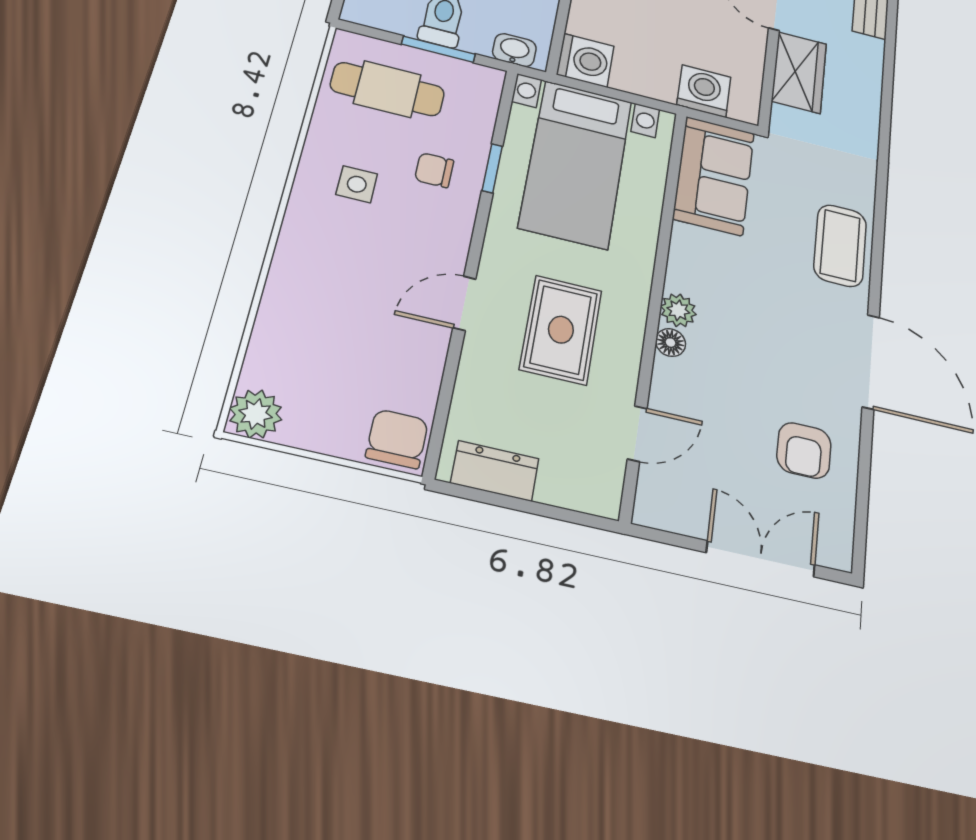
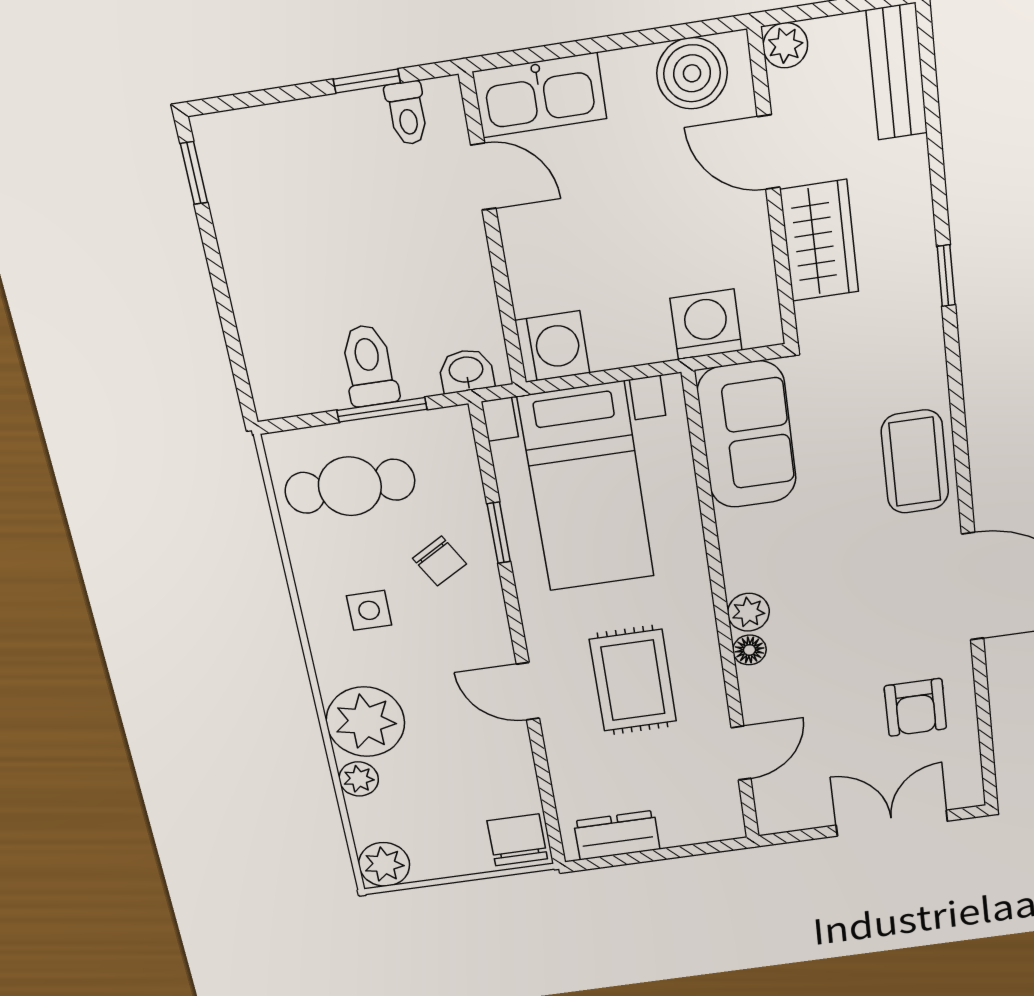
window: (885, 129) -> (946, 276), added
chair: (434, 170) -> (440, 561), turned -120
plant: (307, 273) -> (365, 722), added
door: (464, 303) -> (528, 691), hinge flipped
plant: (274, 322) -> (359, 779), added

